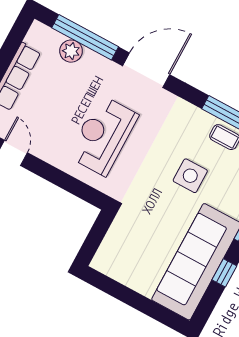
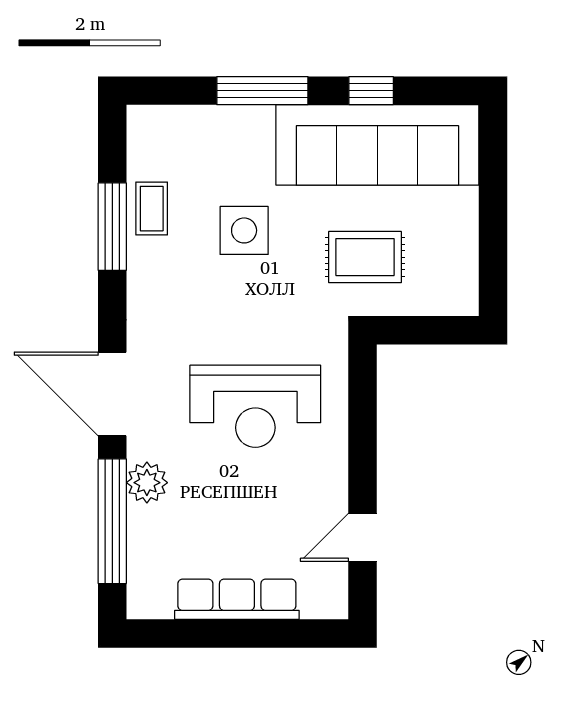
plant: (71, 51) -> (147, 483), moved
rug: (146, 227) -> (365, 257), added

